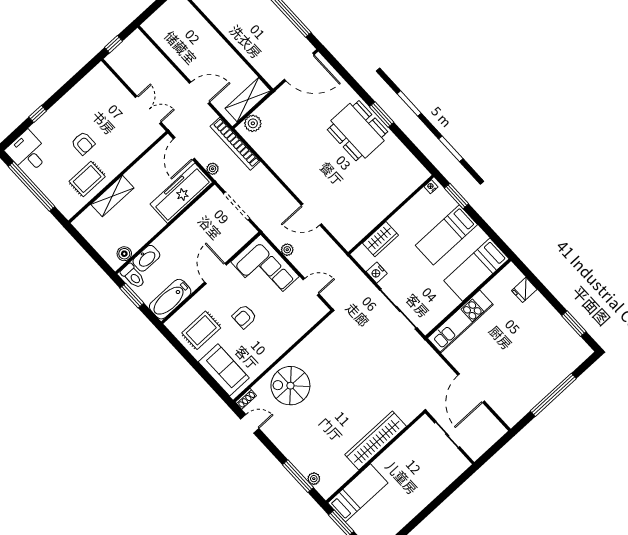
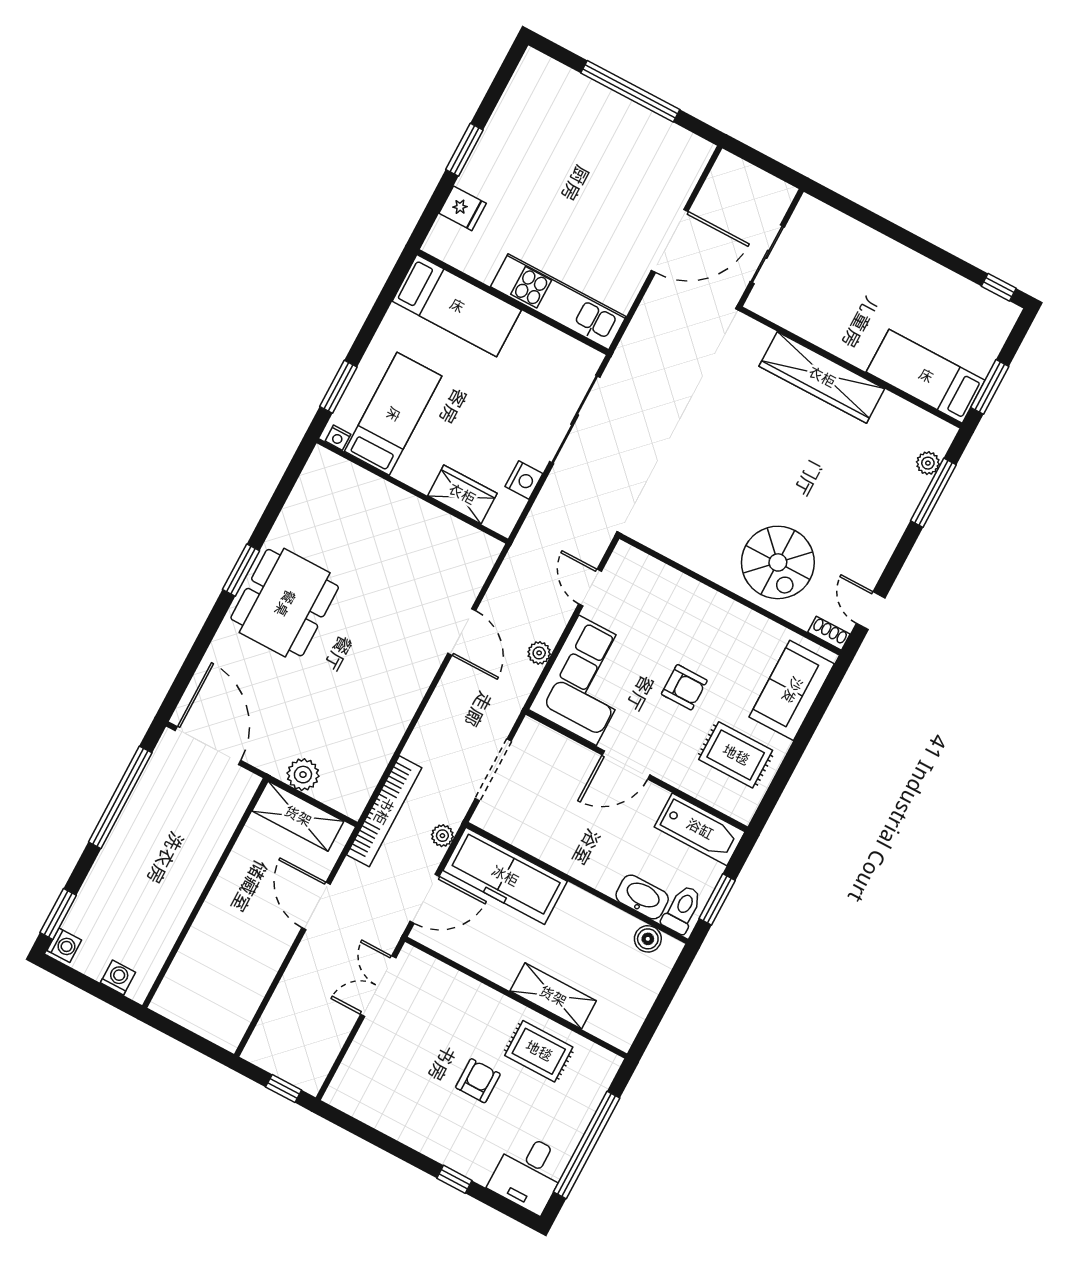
plant: (253, 123) -> (303, 775), moved
bed: (446, 235) -> (393, 414), moved, turned -90
window: (574, 324) -> (464, 150), moved

